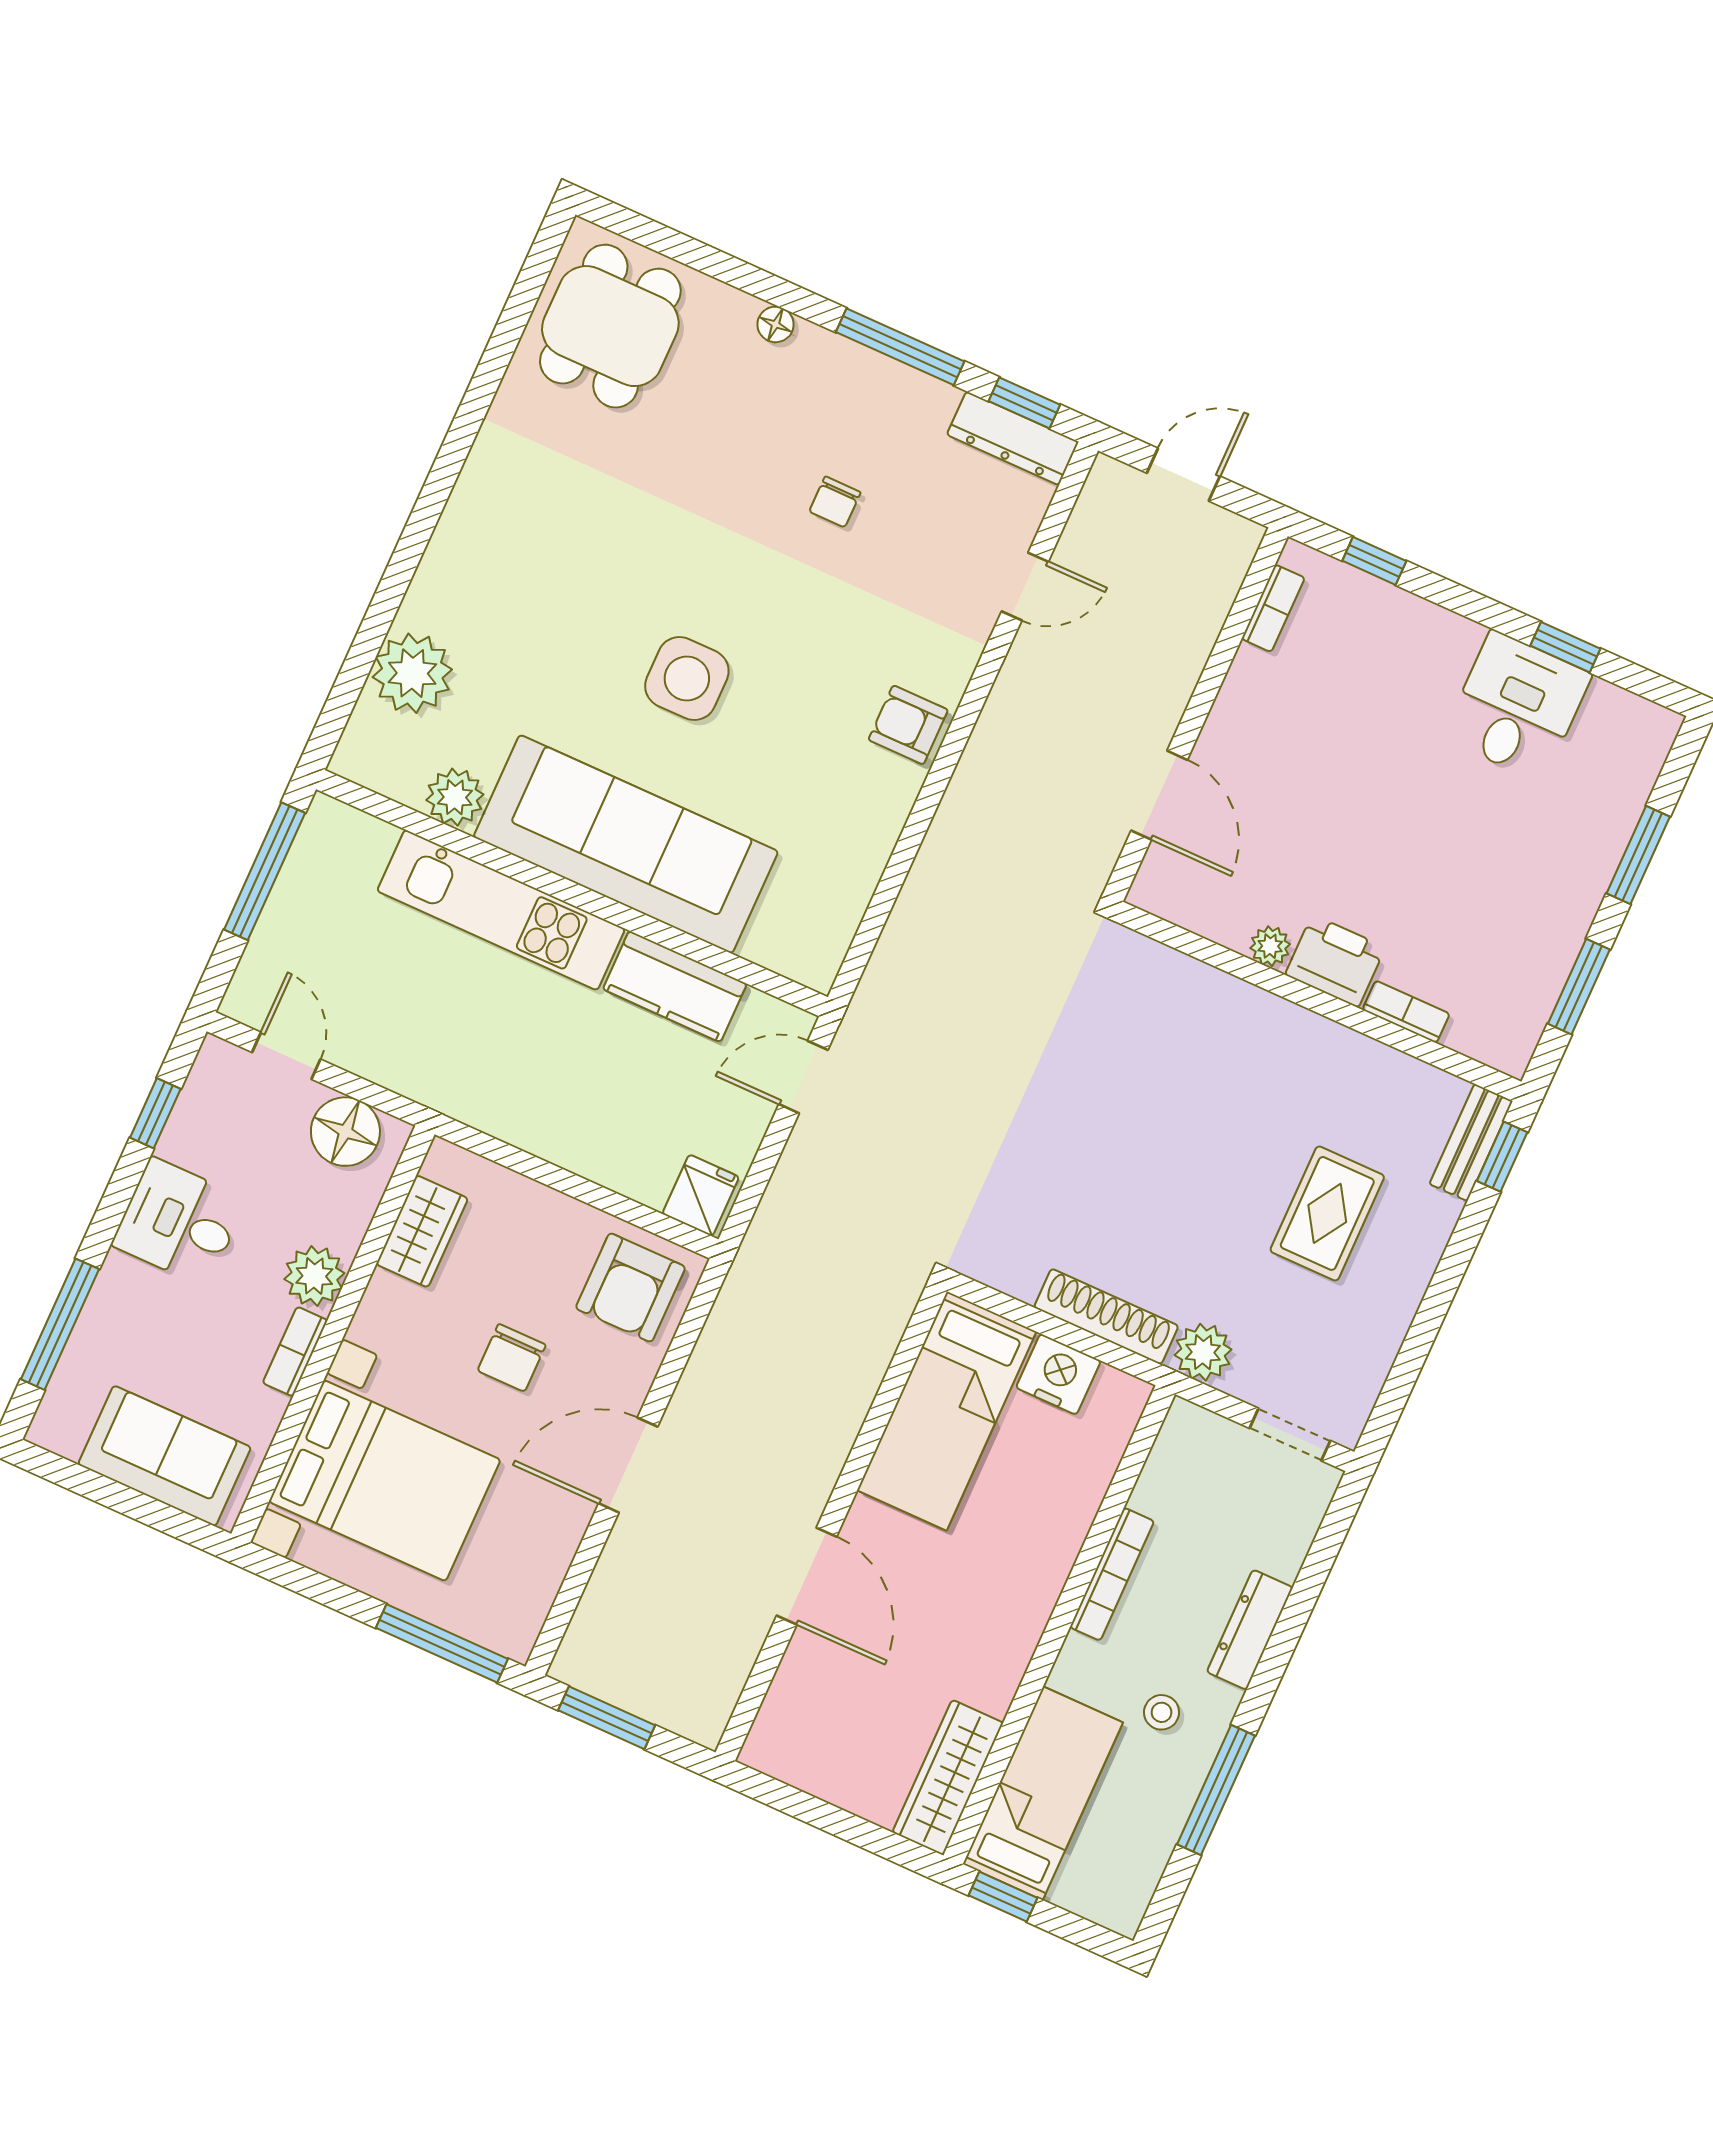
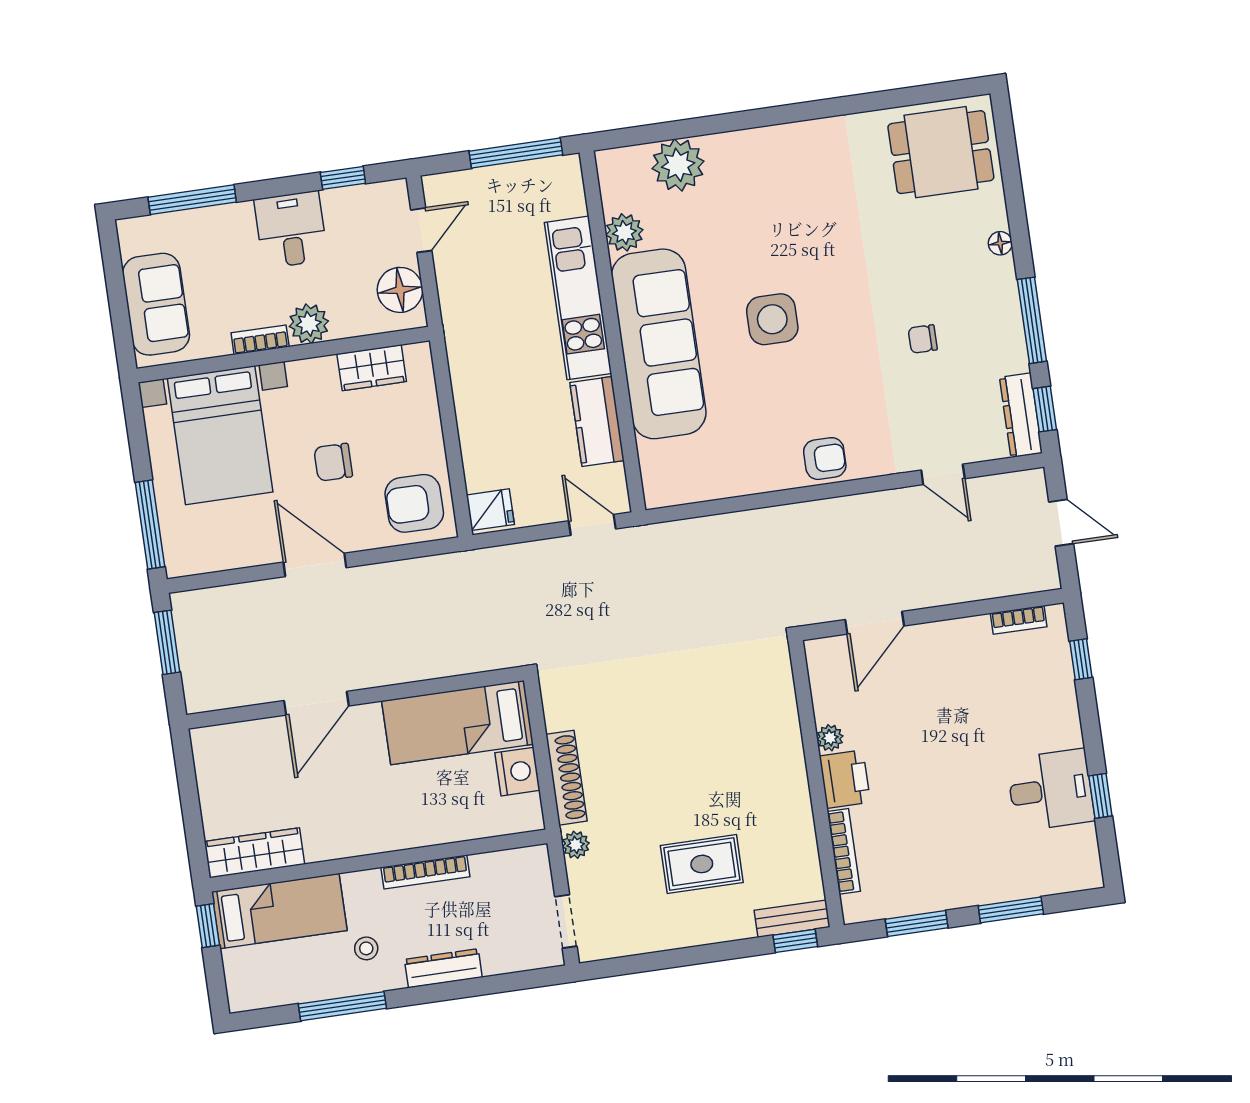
armchair: (908, 725) -> (825, 459), turned 90
bookcase: (1406, 1012) -> (844, 851), width x1.56
plant: (1203, 1352) -> (576, 845), width x0.73, depth x0.73

